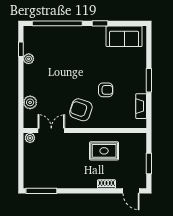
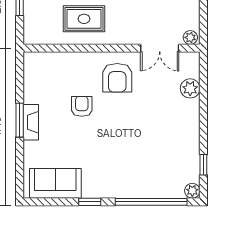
plant: (29, 59) -> (192, 191), moved
armchair: (106, 90) -> (82, 106), turned 90
fireplace: (141, 106) -> (31, 122), moved
armchair: (81, 110) -> (117, 78), turned 71

